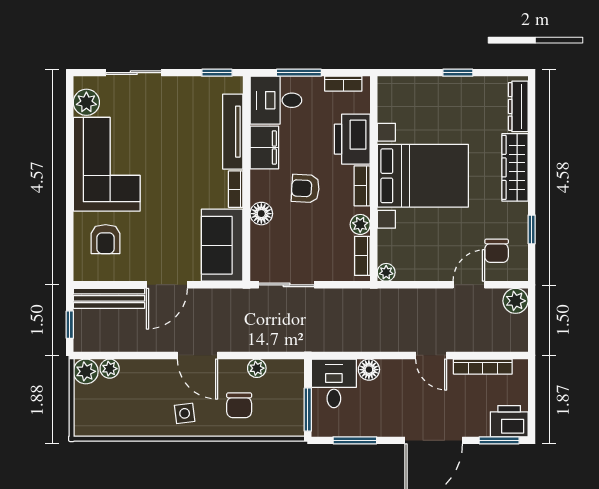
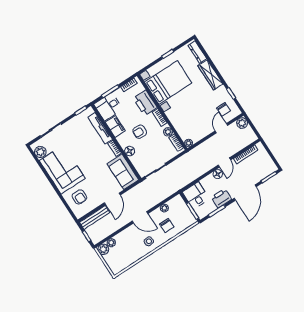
bed with nightstands: (423, 176) -> (168, 82), moved
door: (431, 355) -> (224, 162), hinge flipped
floor lamp: (369, 370) -> (218, 174), moved
printer: (509, 421) -> (221, 198), moved

